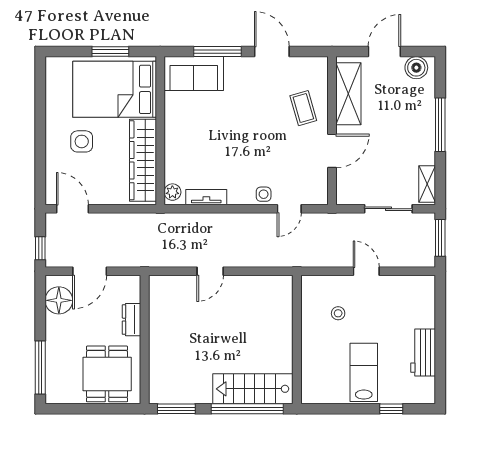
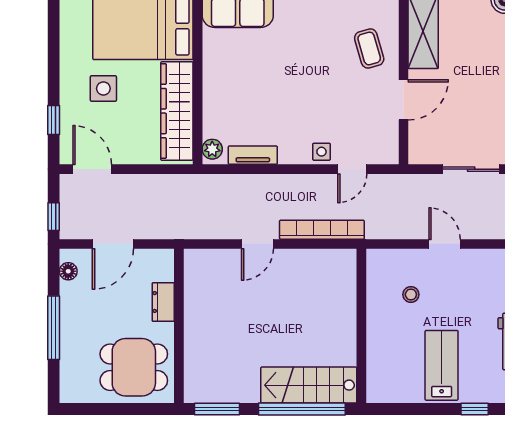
window: (40, 168) -> (54, 120), added
bookcase: (264, 259) -> (322, 230), added
floor lamp: (59, 300) -> (68, 271), width x0.53, depth x0.53
window: (40, 368) -> (54, 328), moved
dining table: (107, 374) -> (134, 367), turned 90

